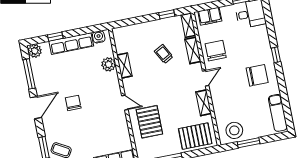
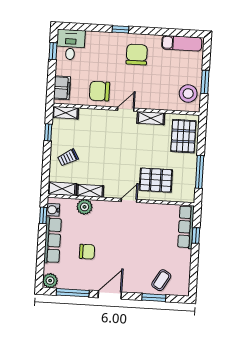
window: (55, 37) -> (43, 215), moved
shelving: (193, 50) -> (62, 189), moved
trolley: (164, 54) -> (68, 158), moved
door: (206, 78) -> (126, 109), hinge flipped
chair: (73, 103) -> (87, 252), moved, turned 180
door: (36, 108) -> (110, 295), hinge flipped

